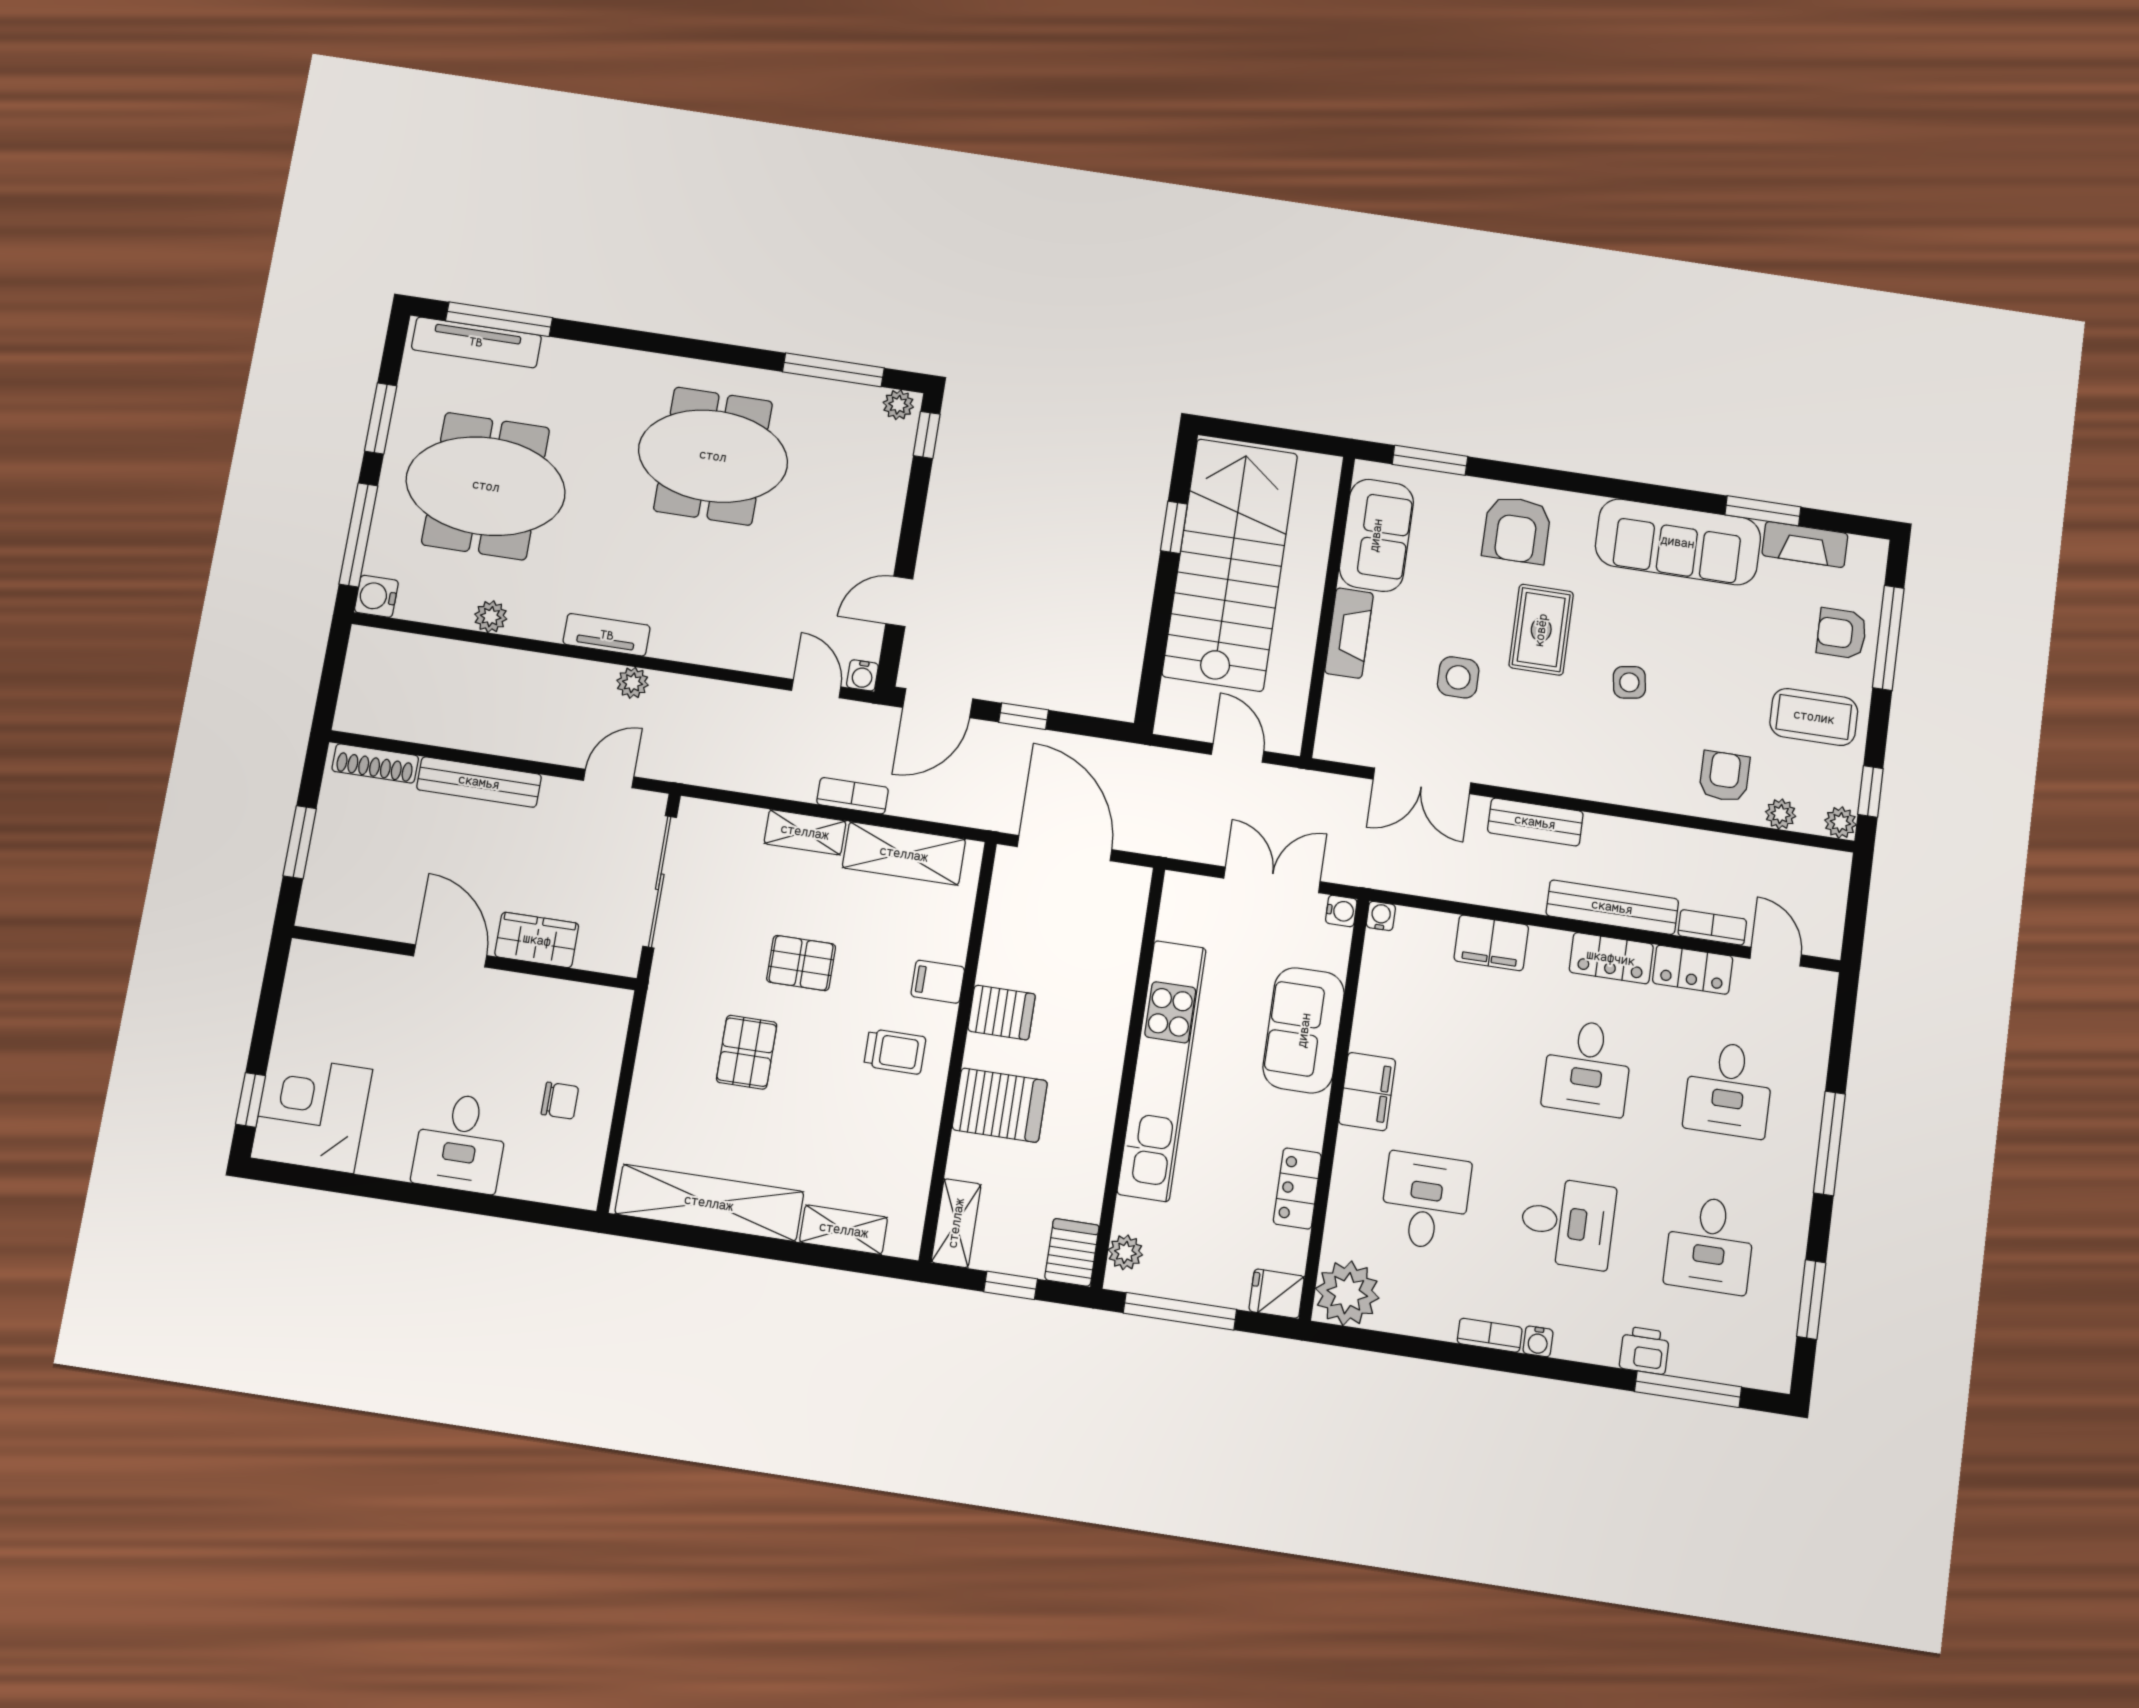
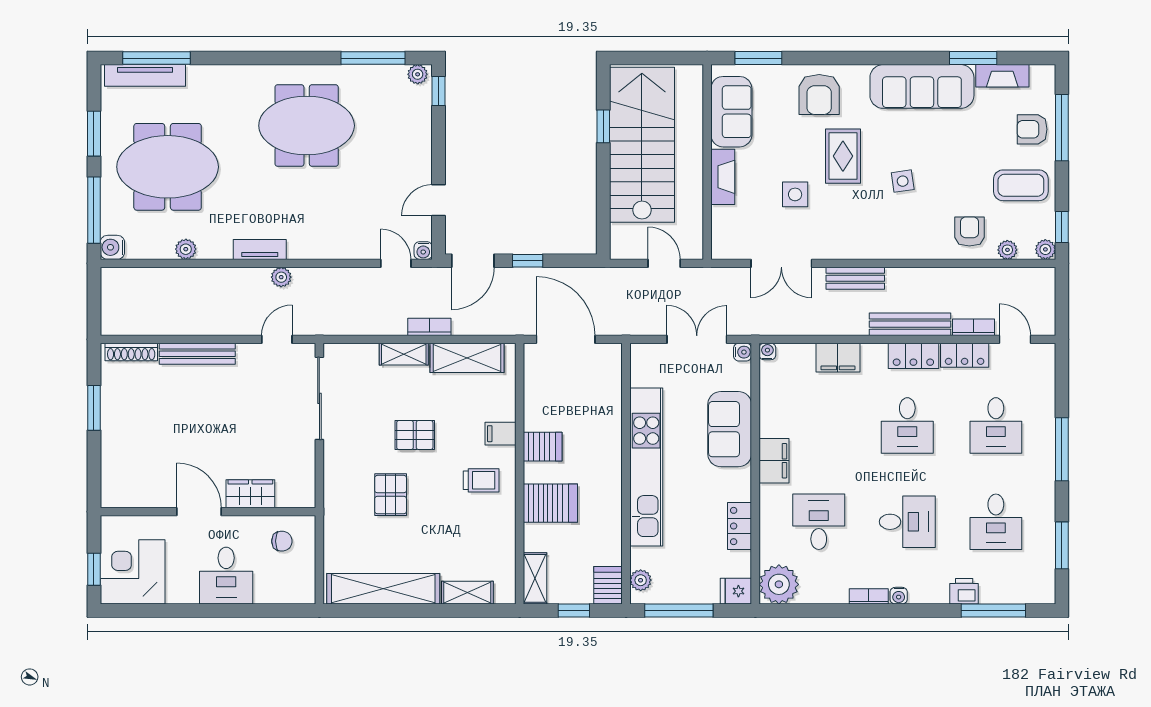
wardrobe: (537, 940) -> (250, 494), moved
door: (450, 956) -> (199, 512), moved
wall: (464, 958) -> (208, 512), moved

